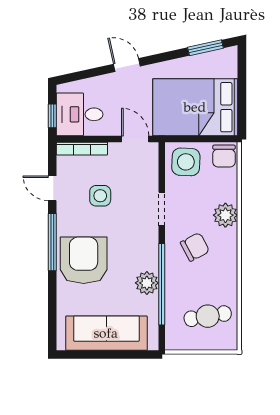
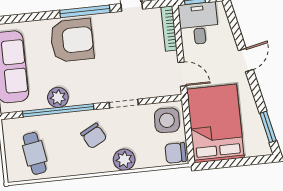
door: (135, 139) -> (182, 74), hinge flipped
side table: (100, 196) -> (130, 49), removed

